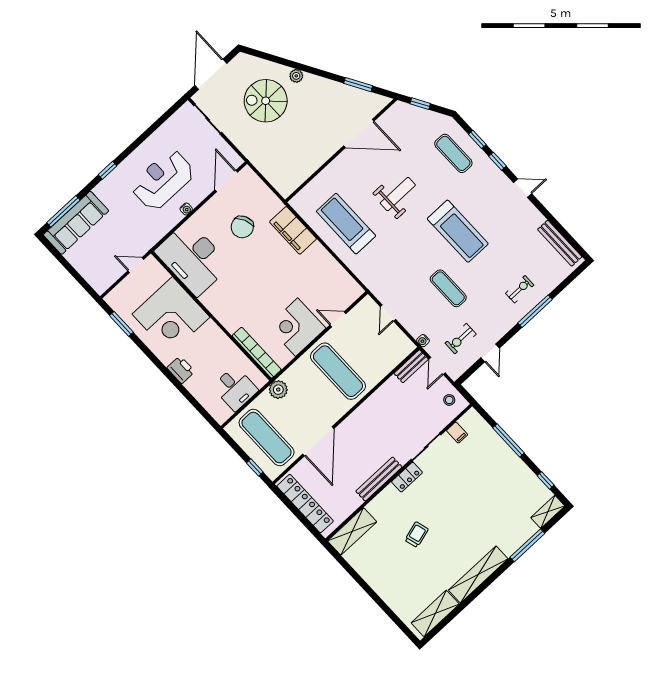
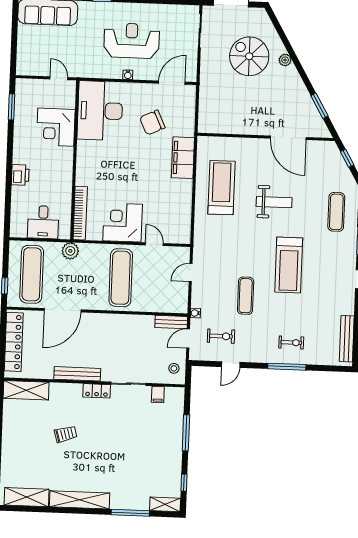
corner desk: (171, 316) -> (56, 127), width x0.74, depth x0.74
exercise bike: (461, 339) -> (221, 336), turned 180

